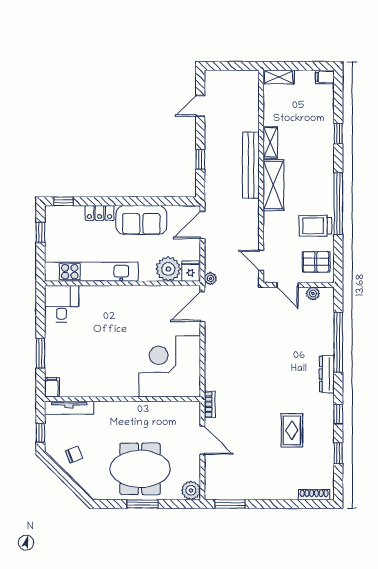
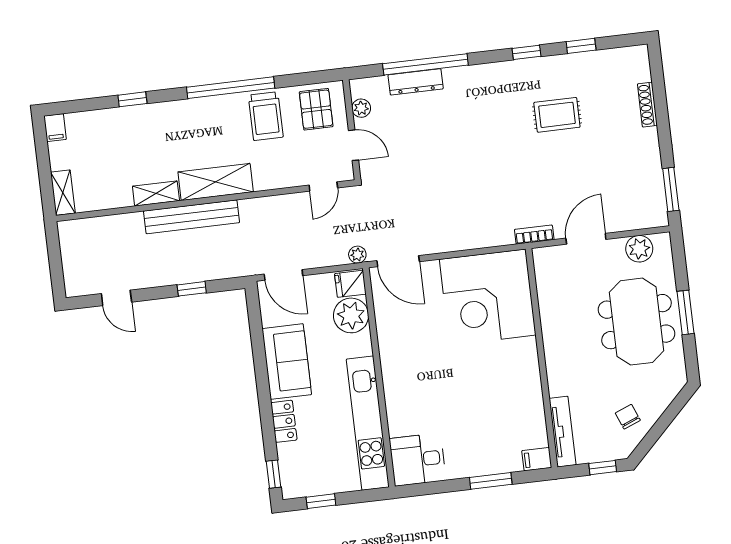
door: (288, 285) -> (353, 145), hinge flipped
dresser: (327, 374) -> (416, 82), moved
plant: (191, 490) -> (639, 249), moved
shoe rack: (314, 495) -> (647, 105), moved

